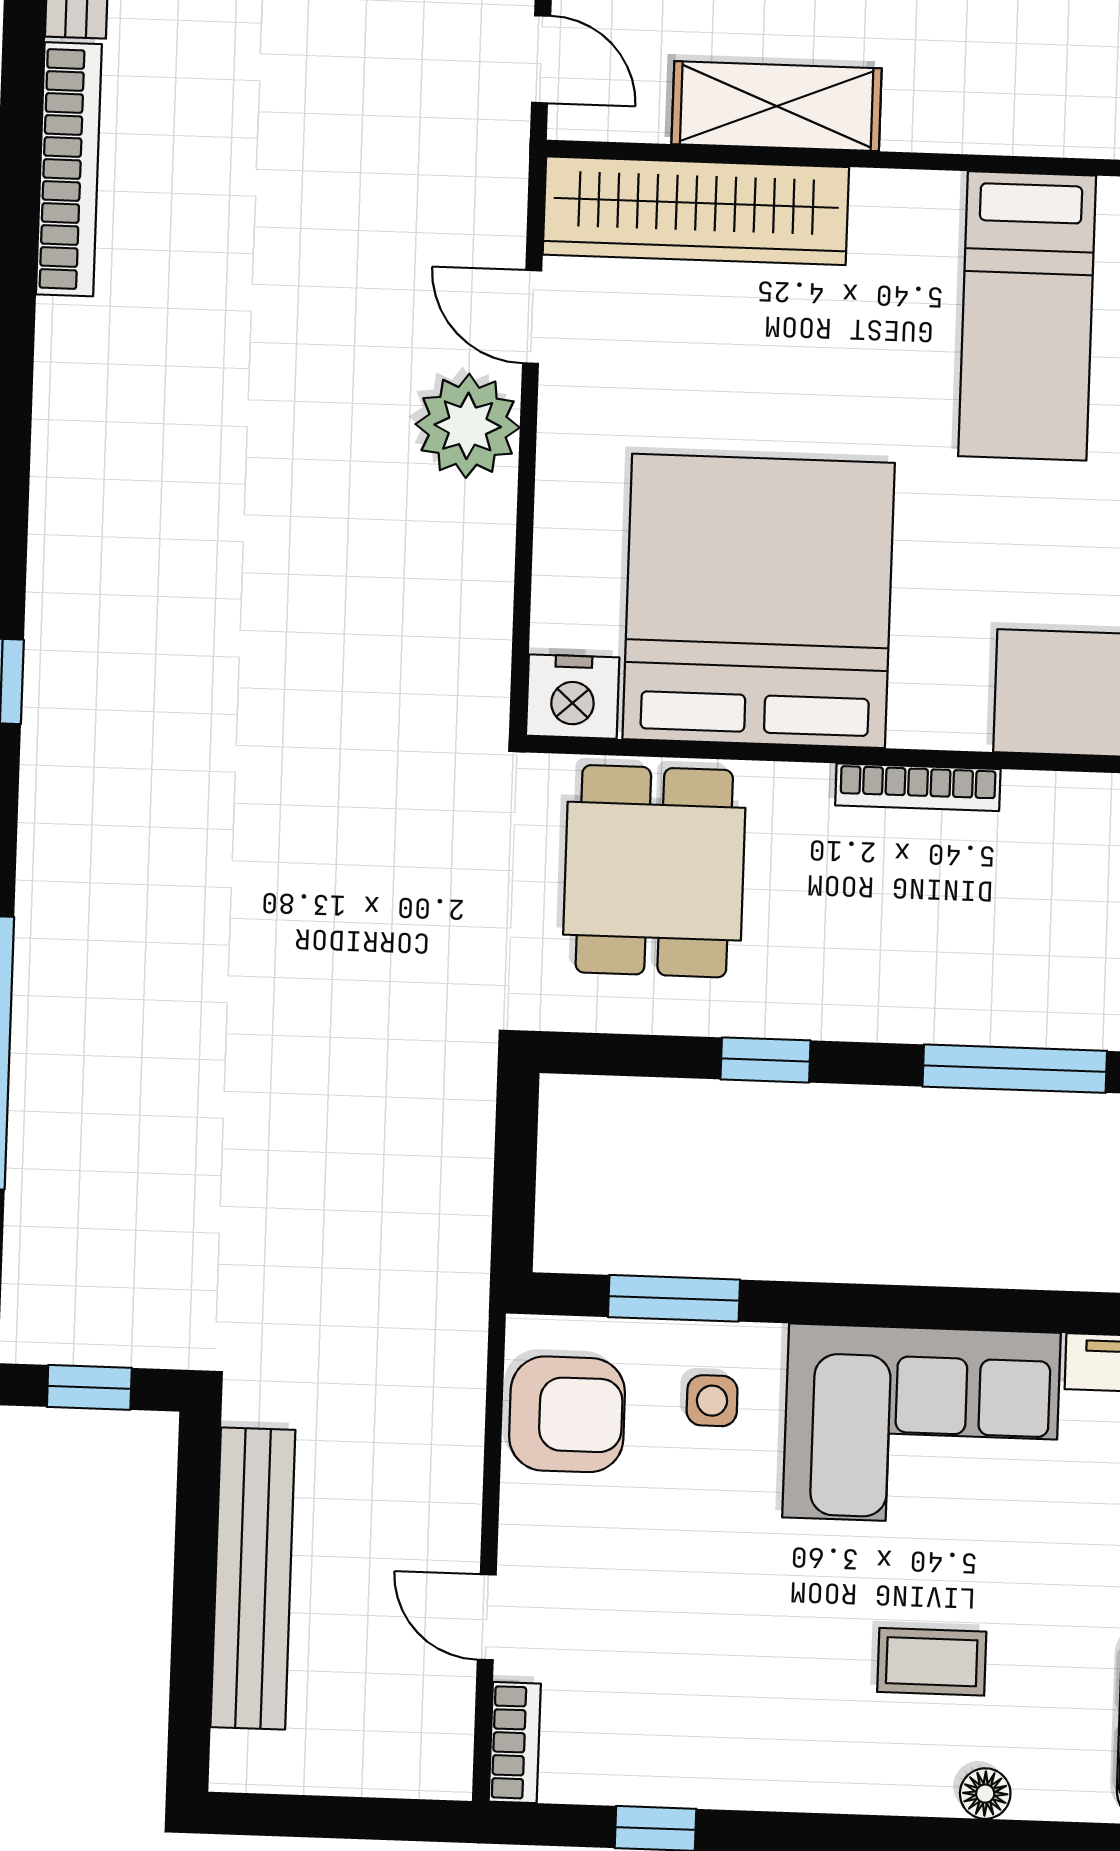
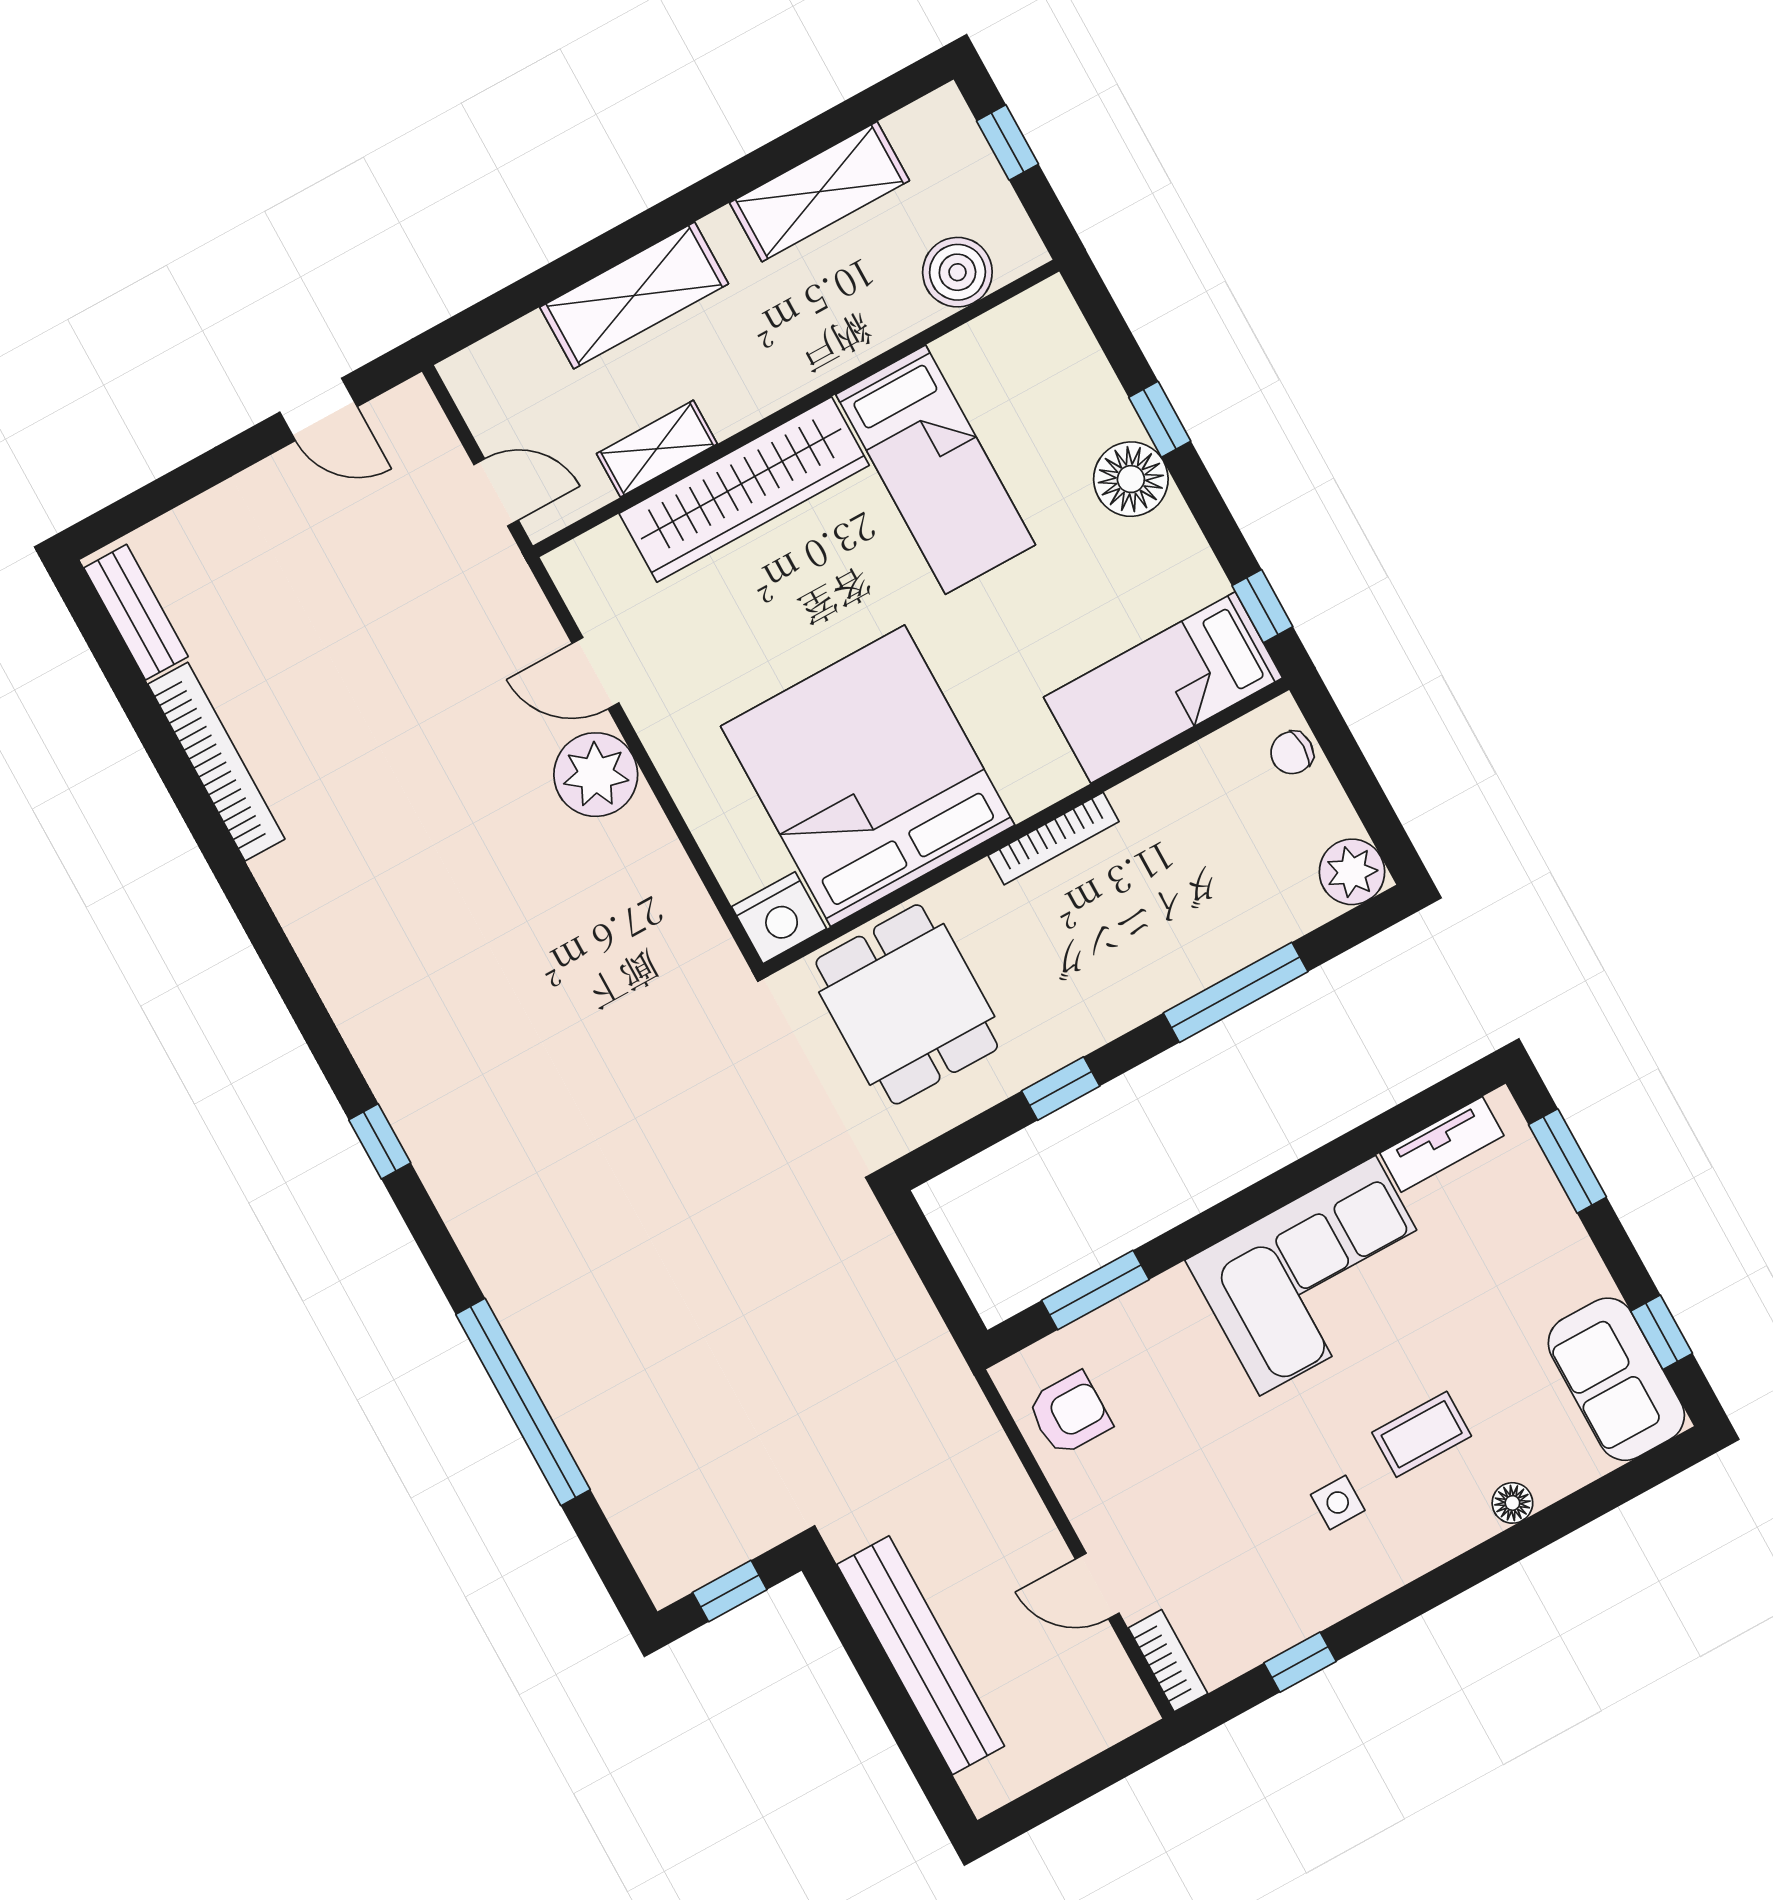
shelving: (777, 106) -> (657, 449), width x0.67, depth x0.75
wardrobe: (696, 211) -> (744, 489), moved
side table: (712, 1401) -> (1338, 1502), moved
armchair: (567, 1414) -> (1069, 1414), width x0.72, depth x0.72

